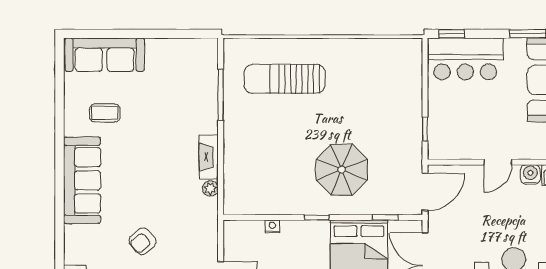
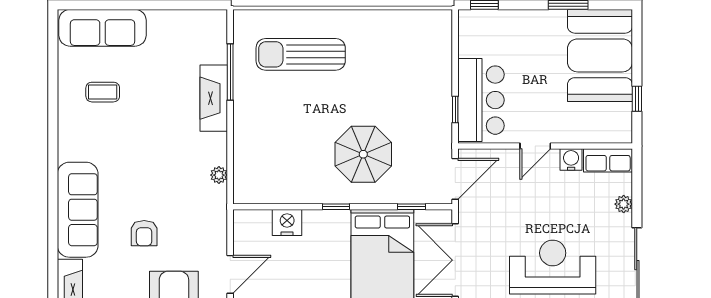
bar counter: (465, 59) -> (481, 100), moved, turned -90
fireplace: (209, 157) -> (214, 98), moved, width x1.37, depth x1.32
sofa: (82, 180) -> (78, 210), moved
nightstand: (272, 226) -> (287, 223), width x1.89, depth x1.79
armchair: (142, 241) -> (144, 233), turned -50

